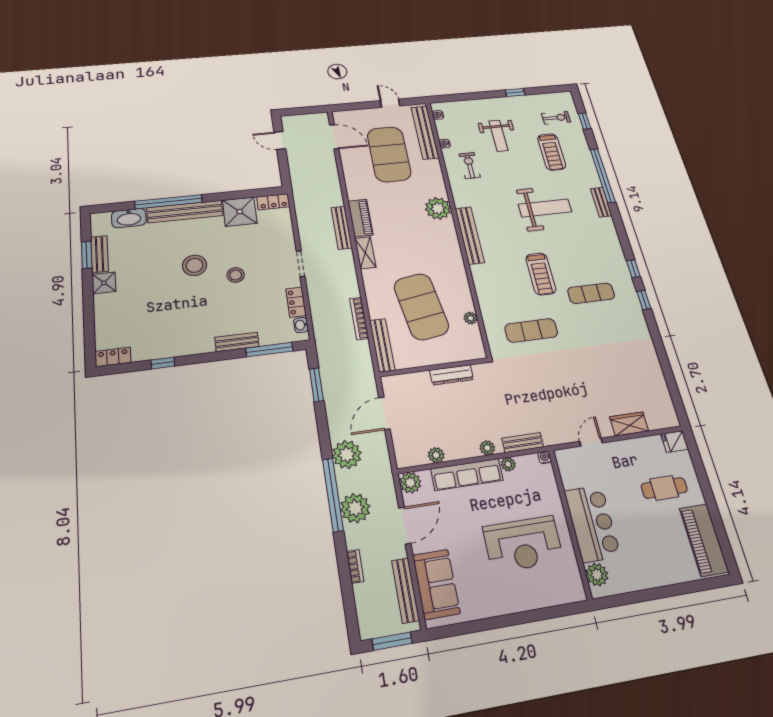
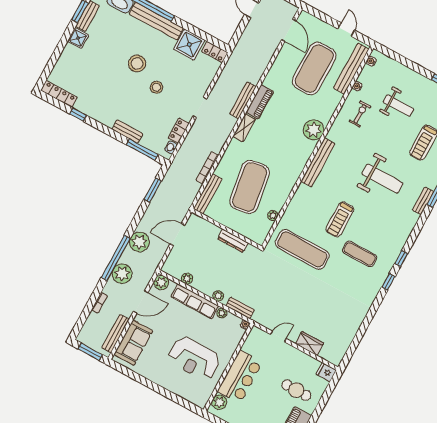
weight bench: (498, 136) -> (398, 106), turned -90
exercise mat: (531, 330) -> (302, 249), width x1.36, depth x1.45
locker: (113, 357) -> (59, 94), width x1.53

